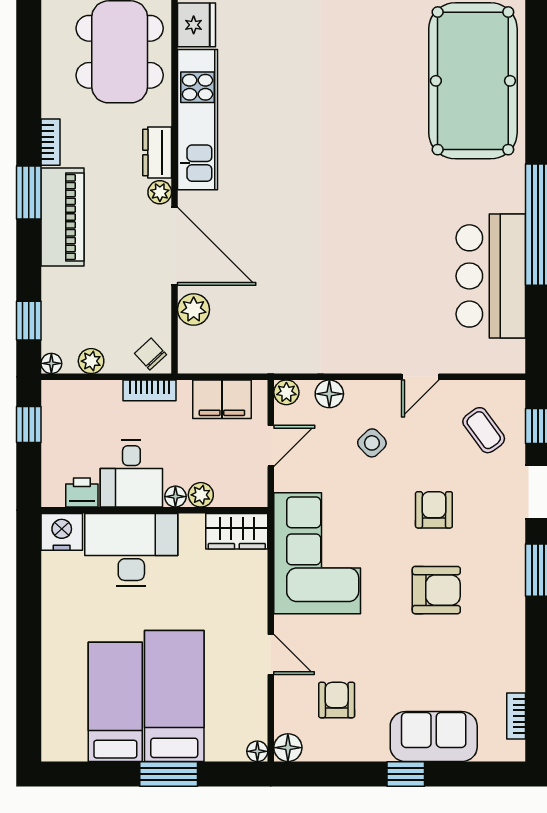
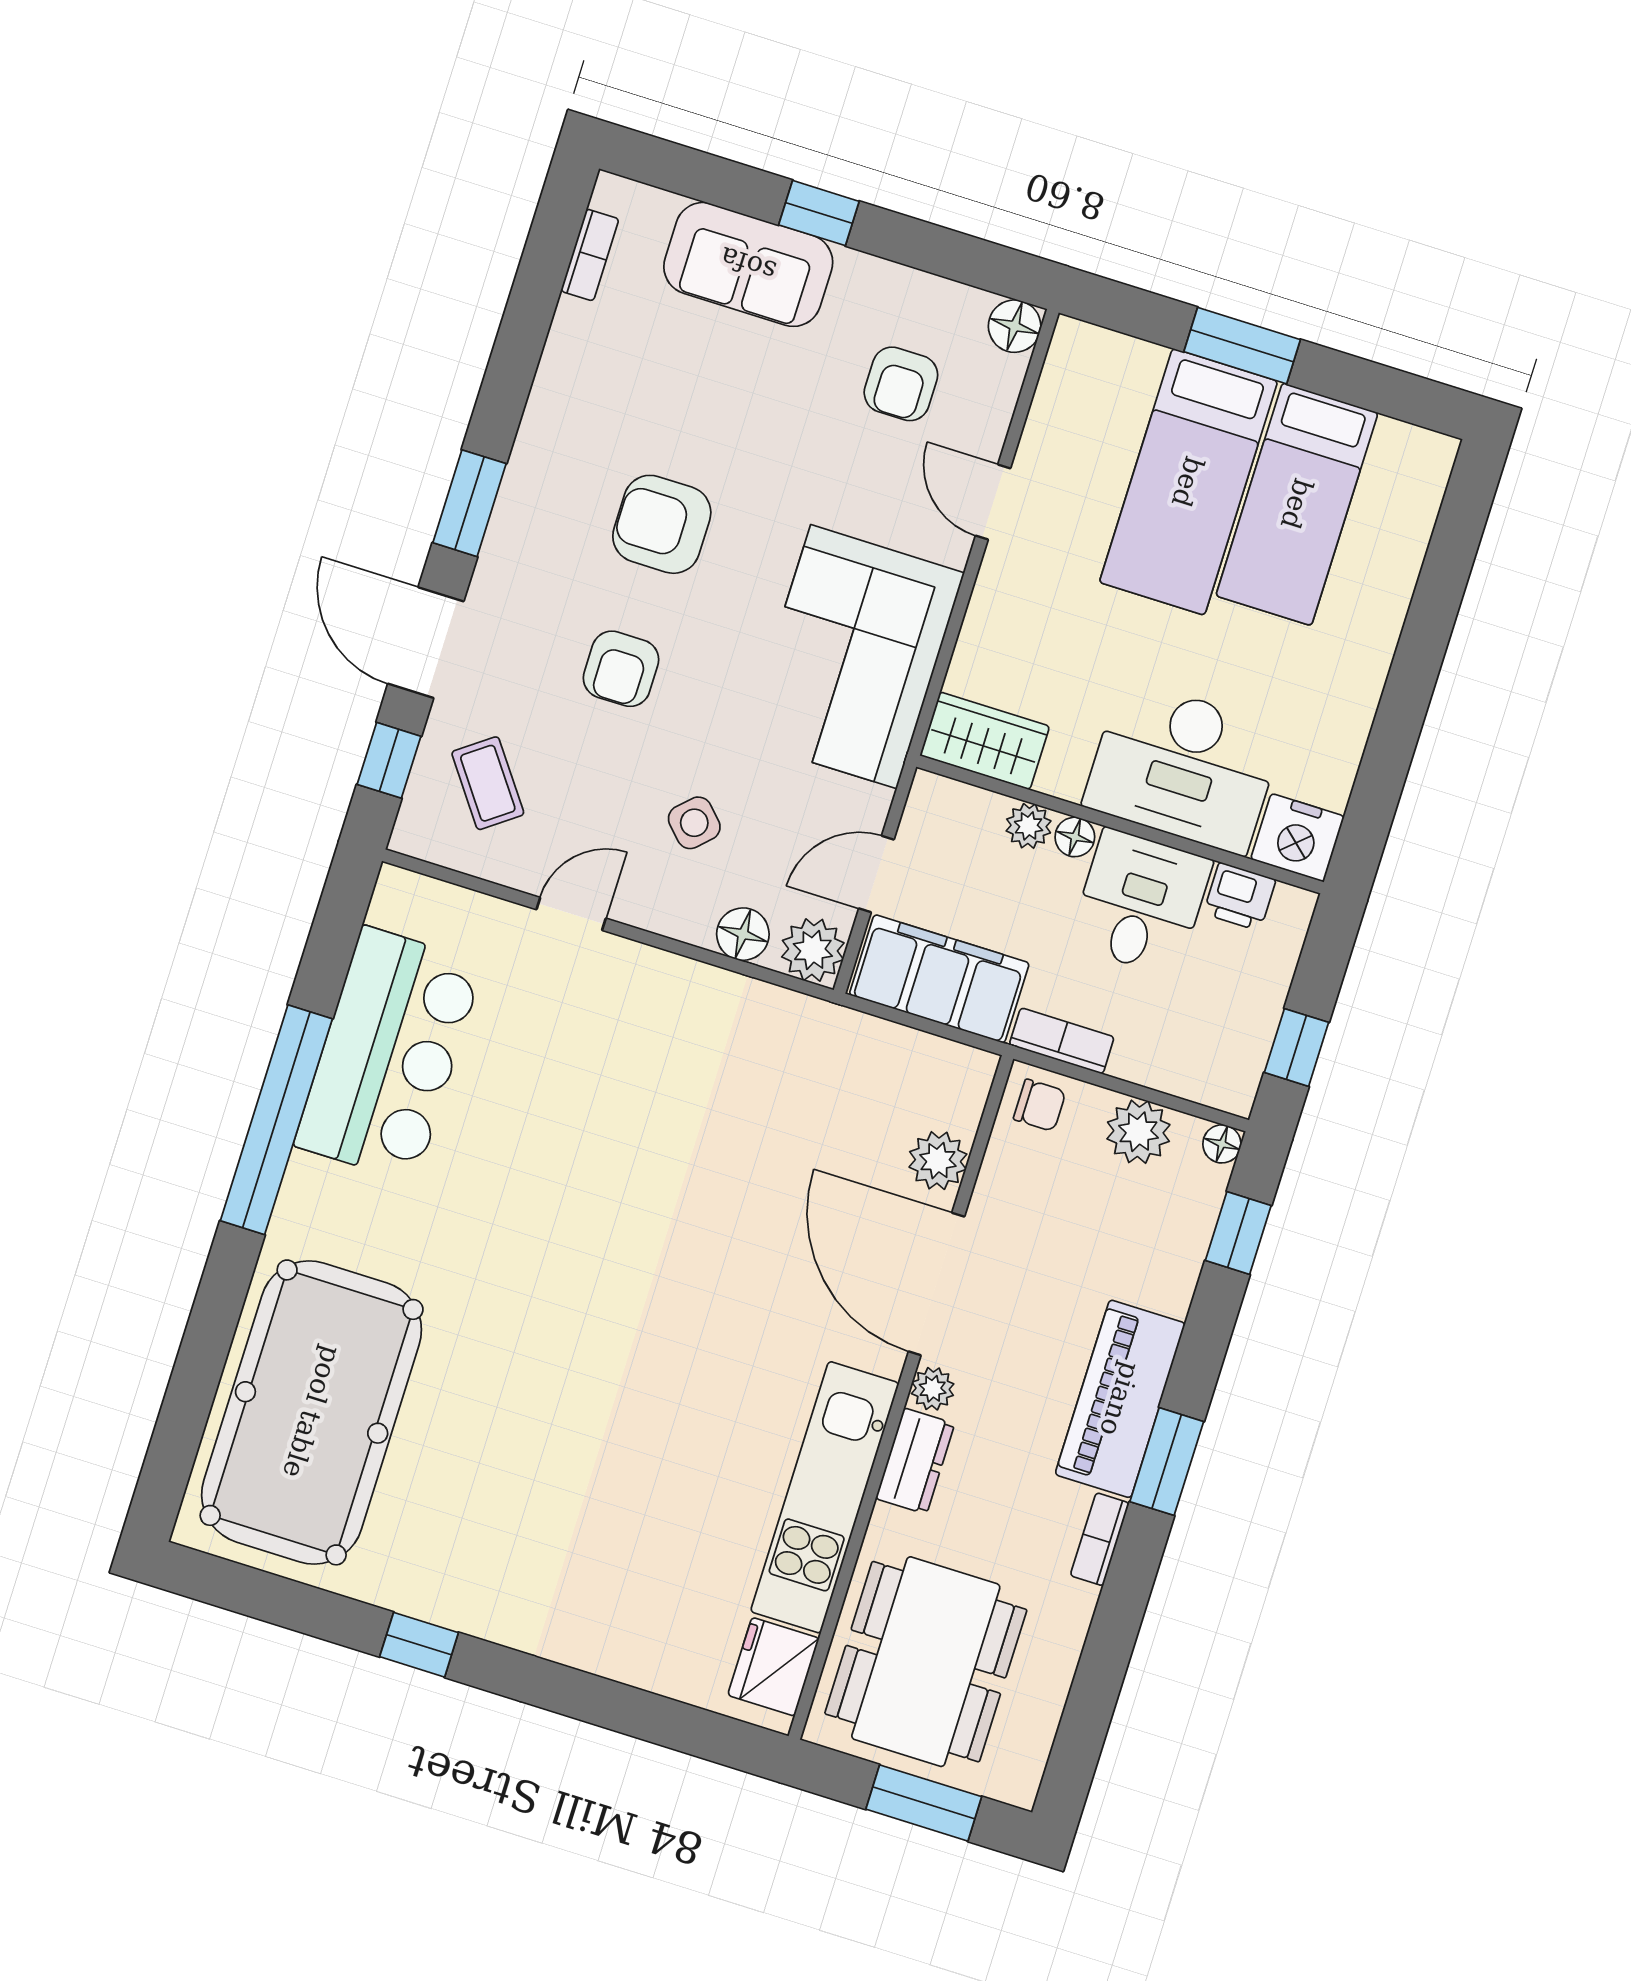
chair: (151, 354) -> (1040, 1105), turned -47
plant: (91, 361) -> (1138, 1132), width x1.38, depth x1.38
plant: (286, 392) -> (813, 950), width x1.38, depth x1.38
filing cabinet: (222, 399) -> (939, 979), width x1.50, depth x1.17
floor lamp: (257, 751) -> (1071, 337), removed

